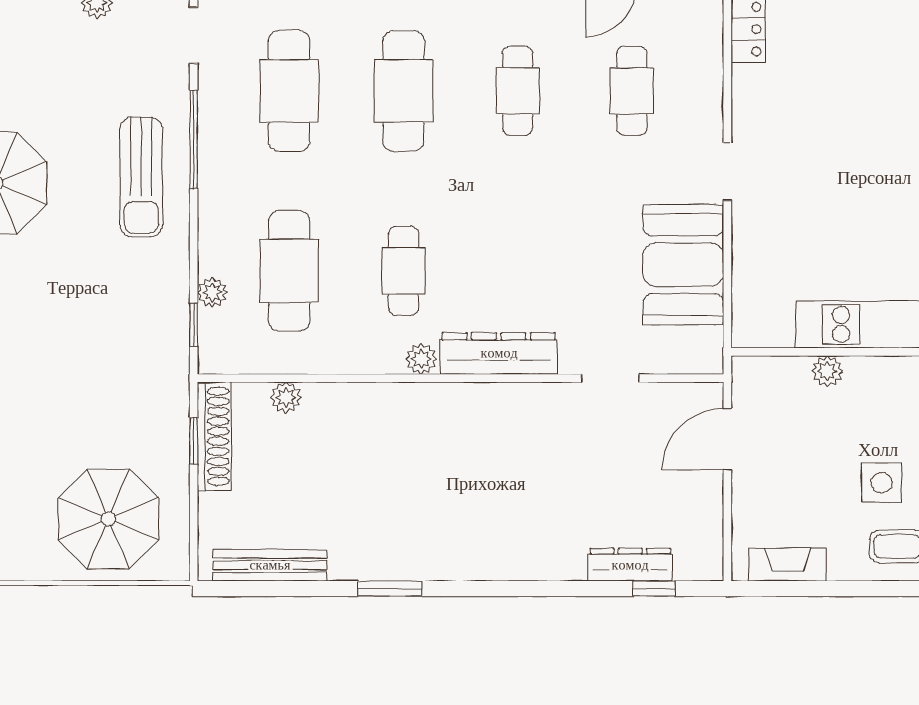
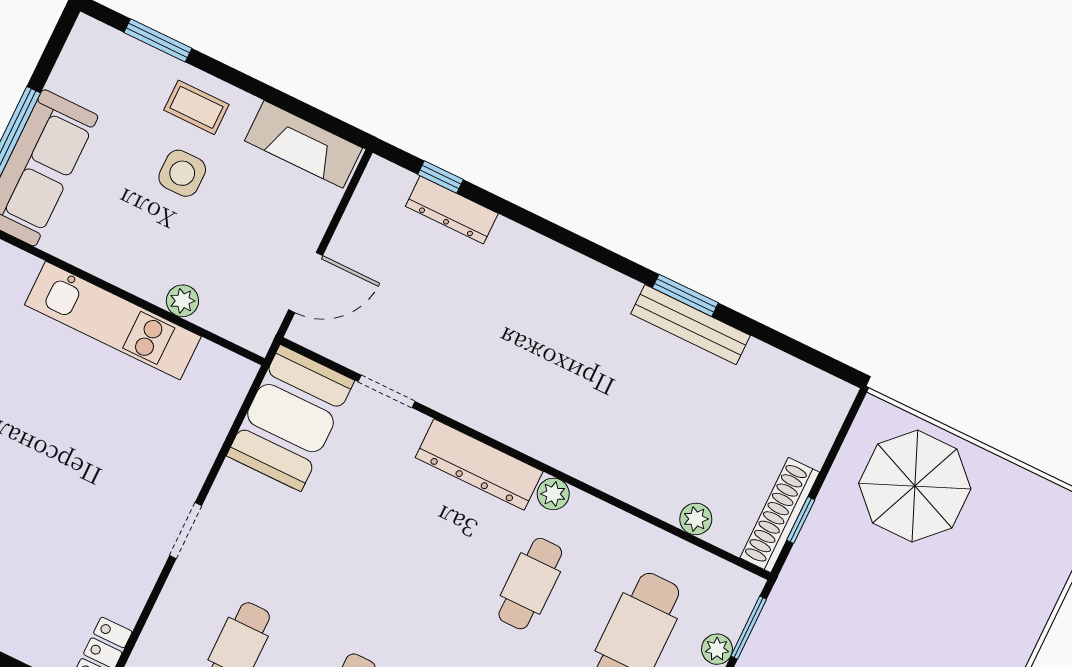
booth: (683, 265) -> (290, 418), moved
window: (194, 325) -> (749, 628), width x1.50
bench: (270, 565) -> (690, 325), moved
fireplace: (788, 565) -> (303, 144), width x1.37, depth x1.32

